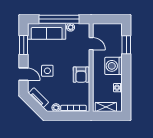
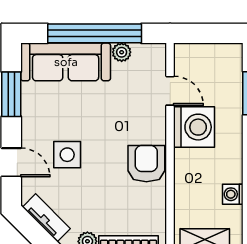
washing machine: (113, 66) -> (194, 127), moved, turned 180
armchair: (81, 75) -> (146, 164), turned 180

